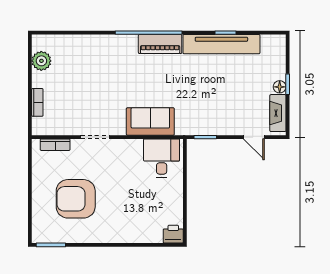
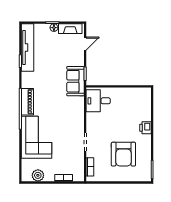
tv unit: (221, 44) -> (28, 48), moved
corner sofa: (103, 59) -> (37, 137), added
sofa: (150, 121) -> (75, 81), moved
printer: (173, 234) -> (145, 128), moved

